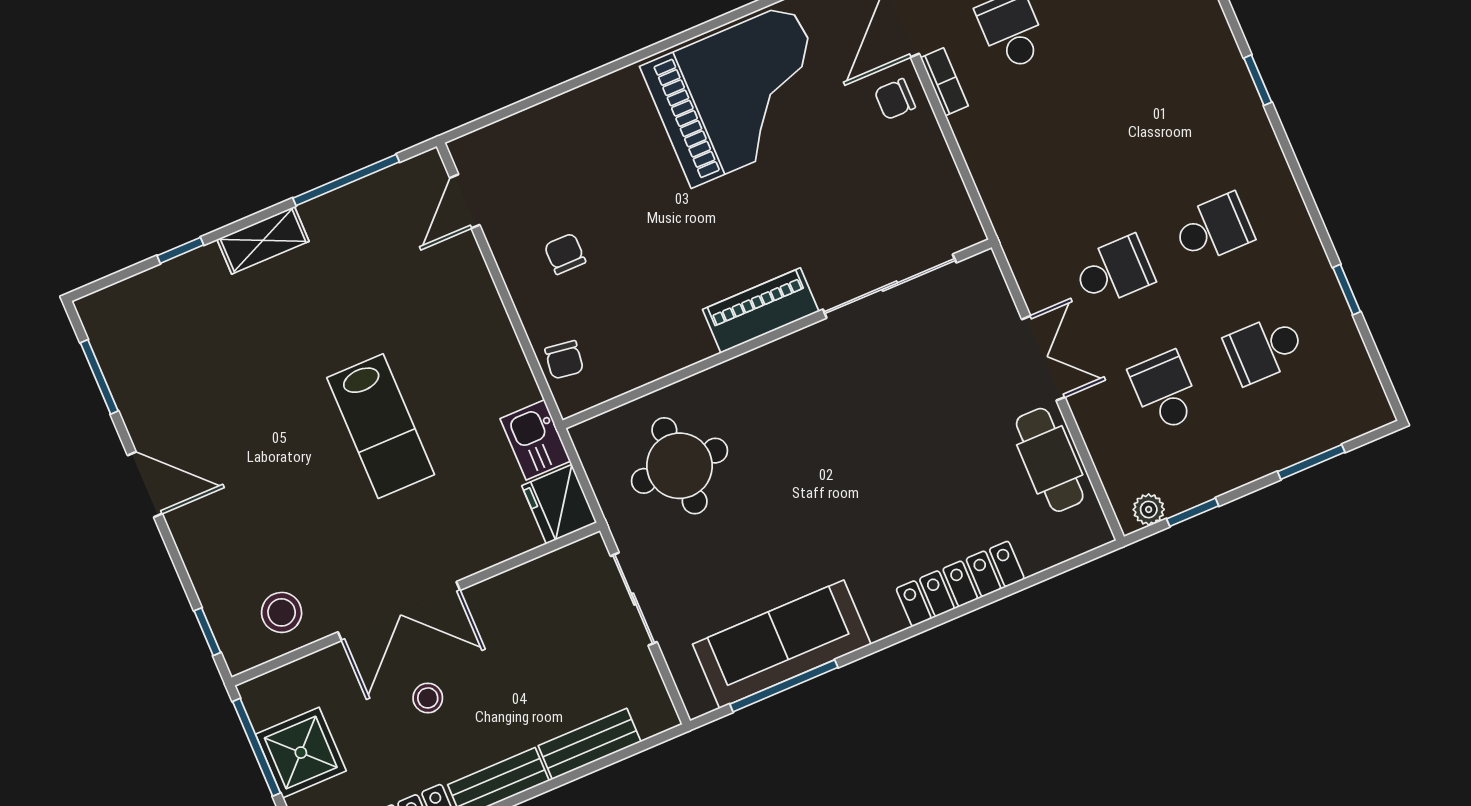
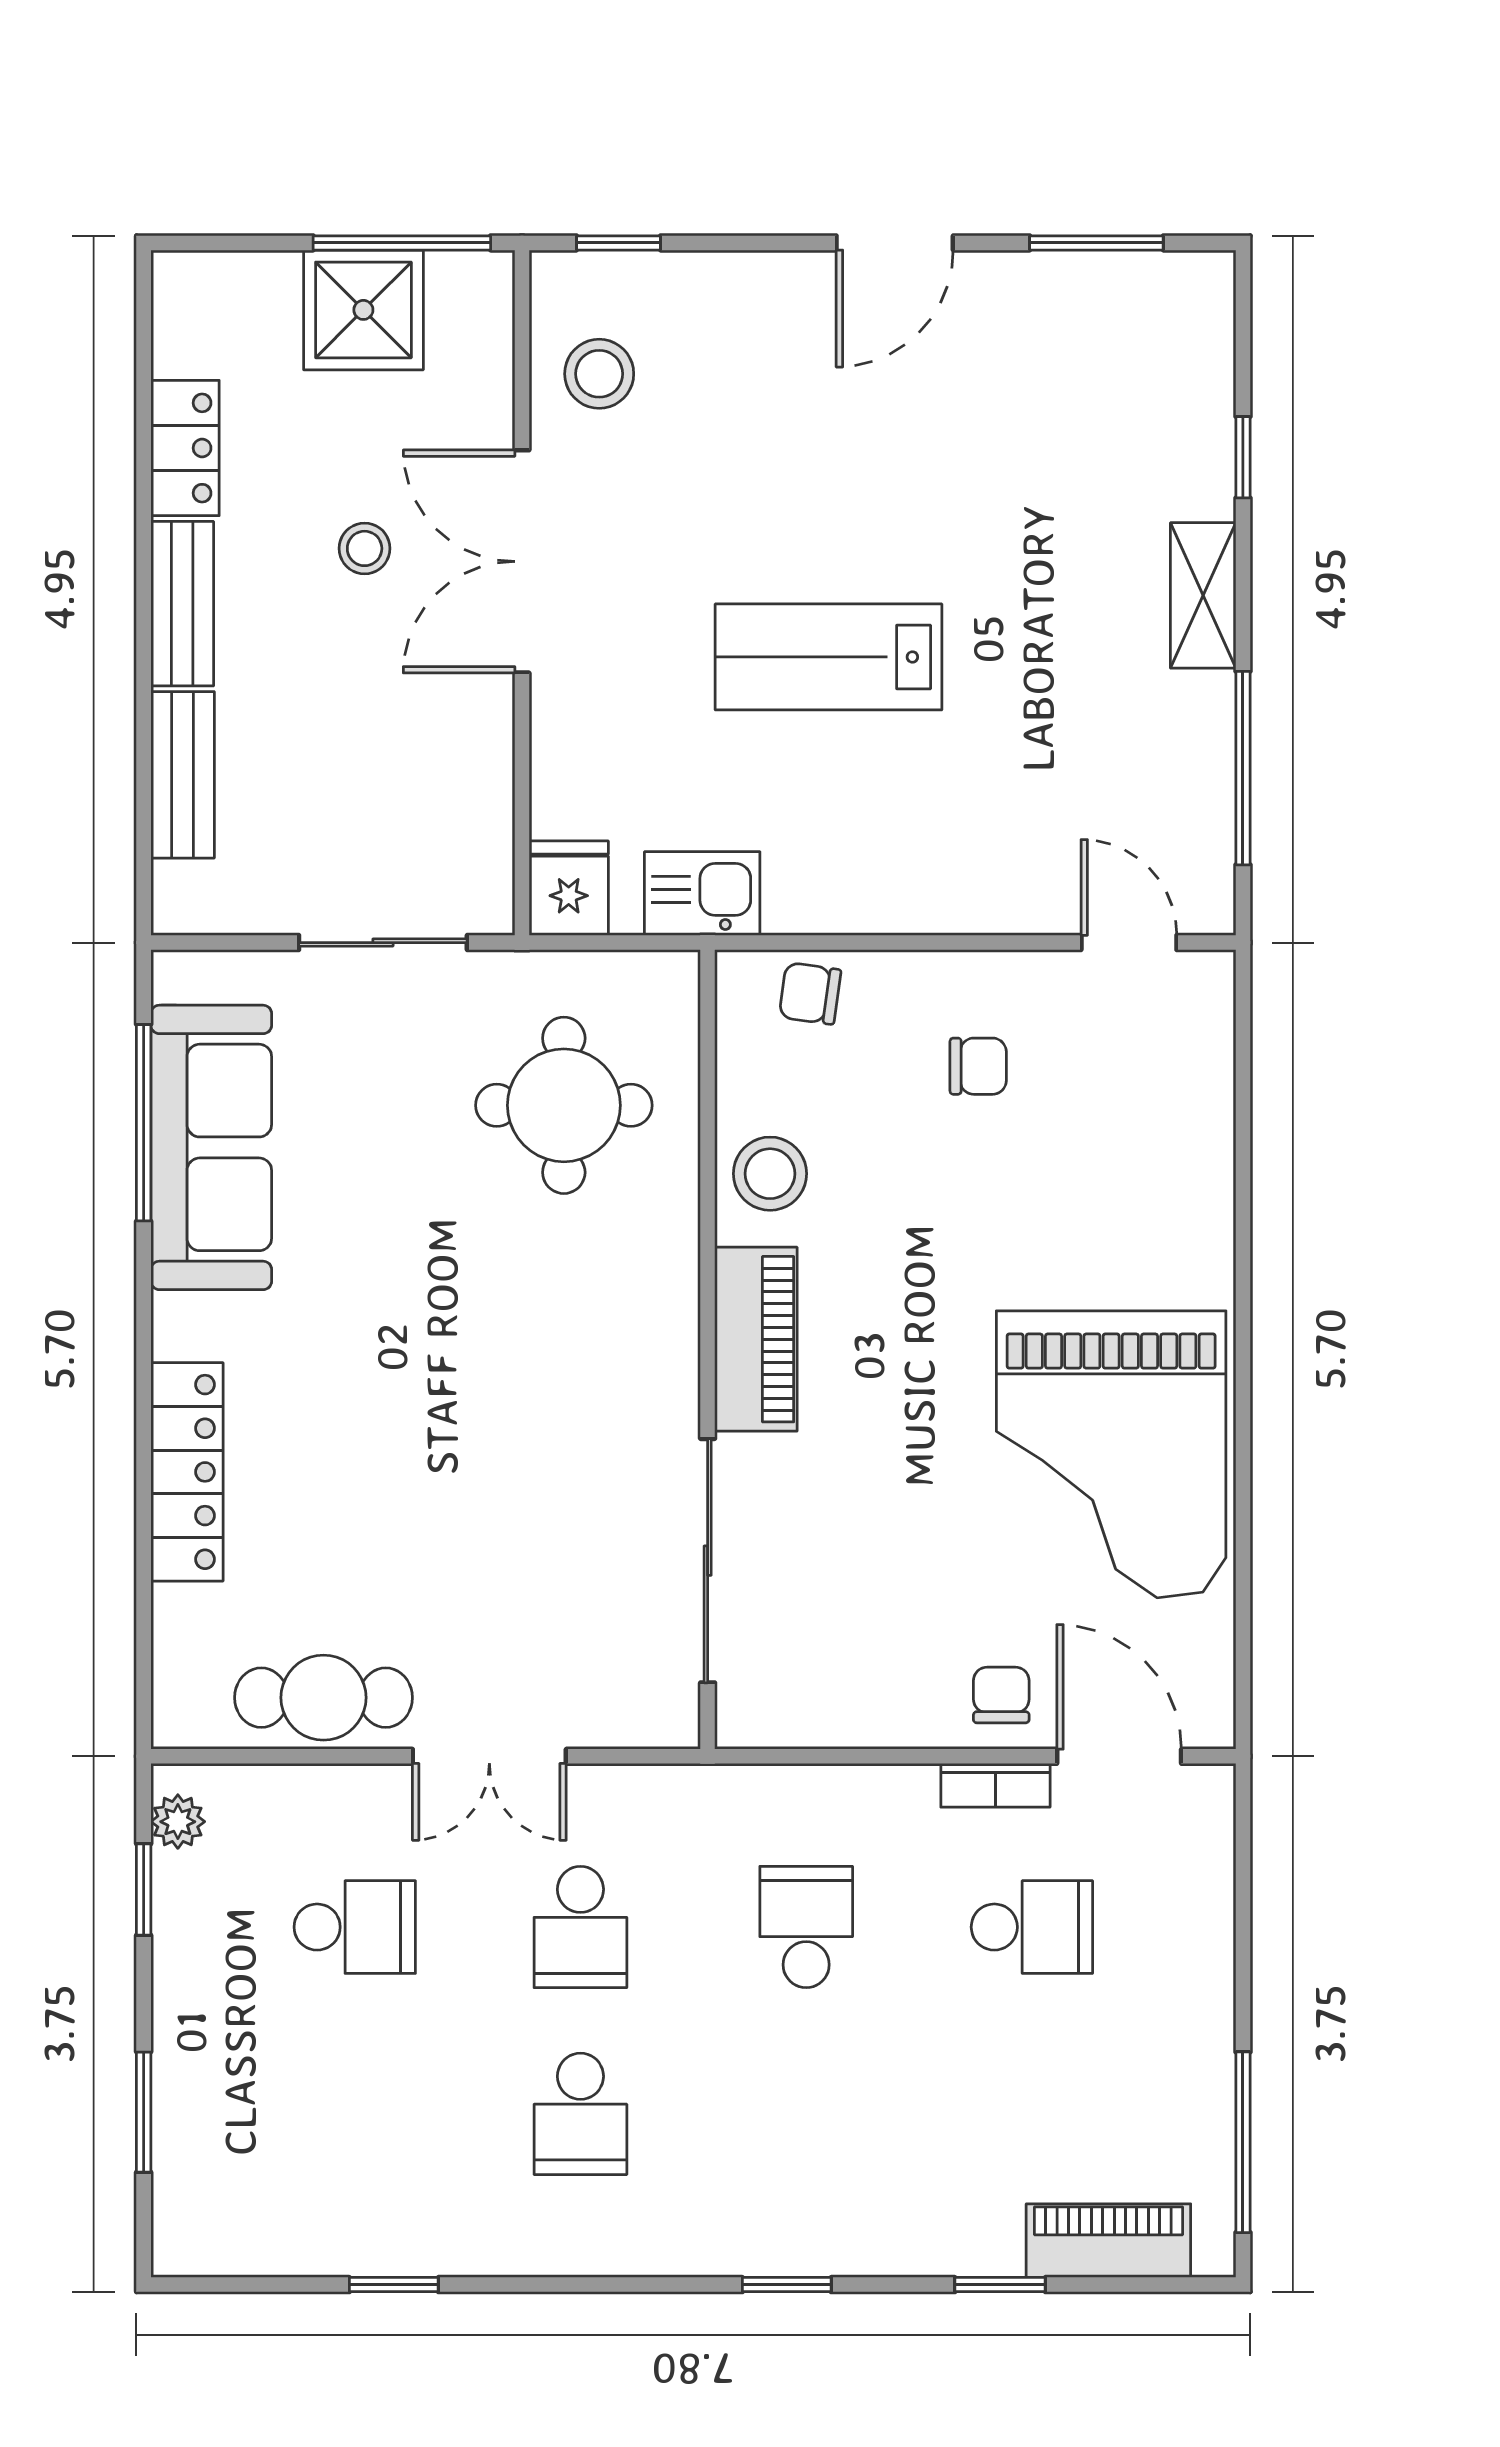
stool: (669, 340) -> (770, 1174), added
school desk: (1264, 349) -> (806, 1927), moved
fridge: (559, 504) -> (569, 888), width x0.72

